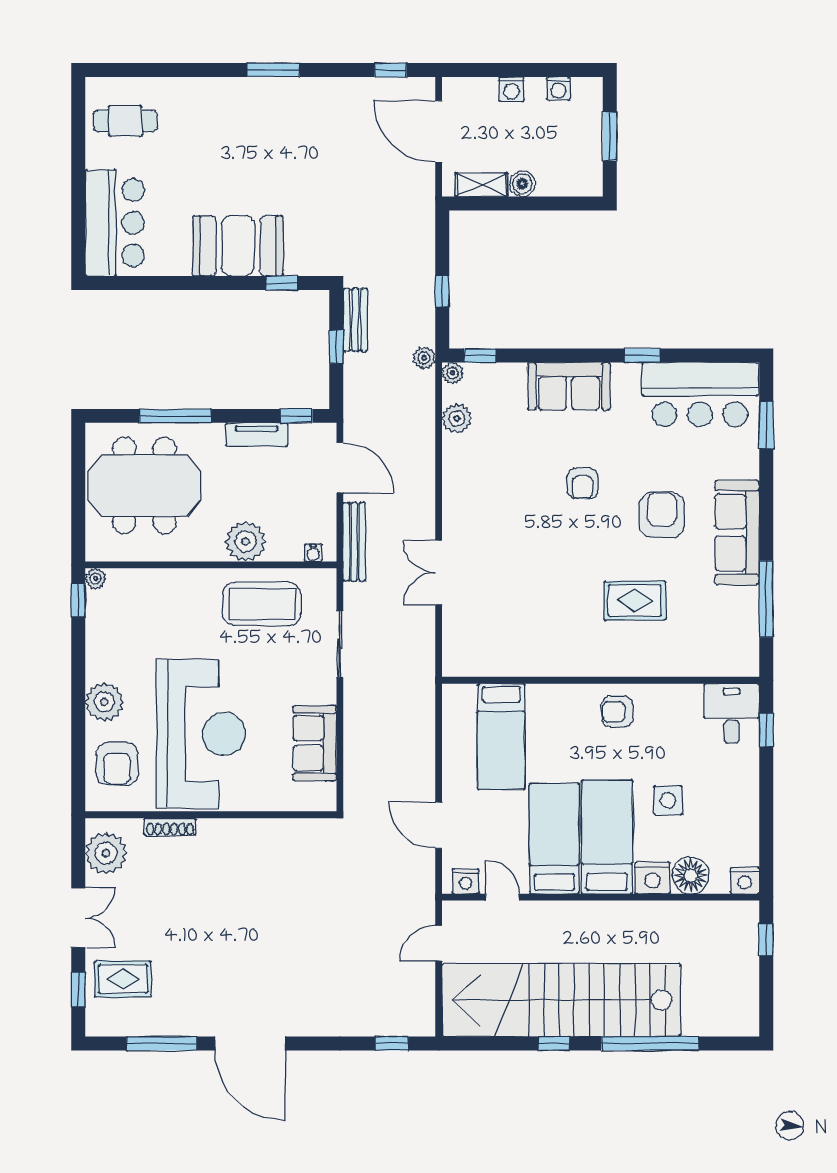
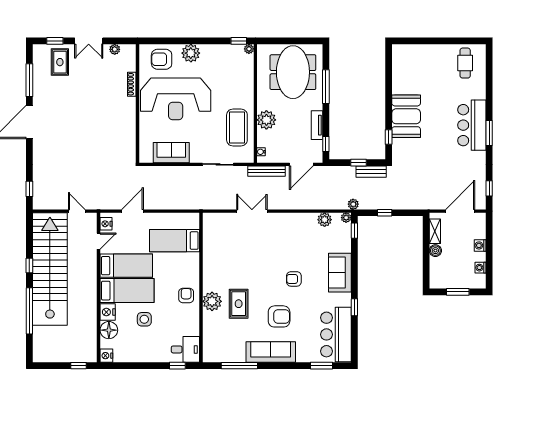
bar counter: (115, 223) -> (472, 125), moved, turned 90
plant: (630, 657) -> (212, 301), added
plant: (106, 853) -> (115, 49), width x0.53, depth x0.53

